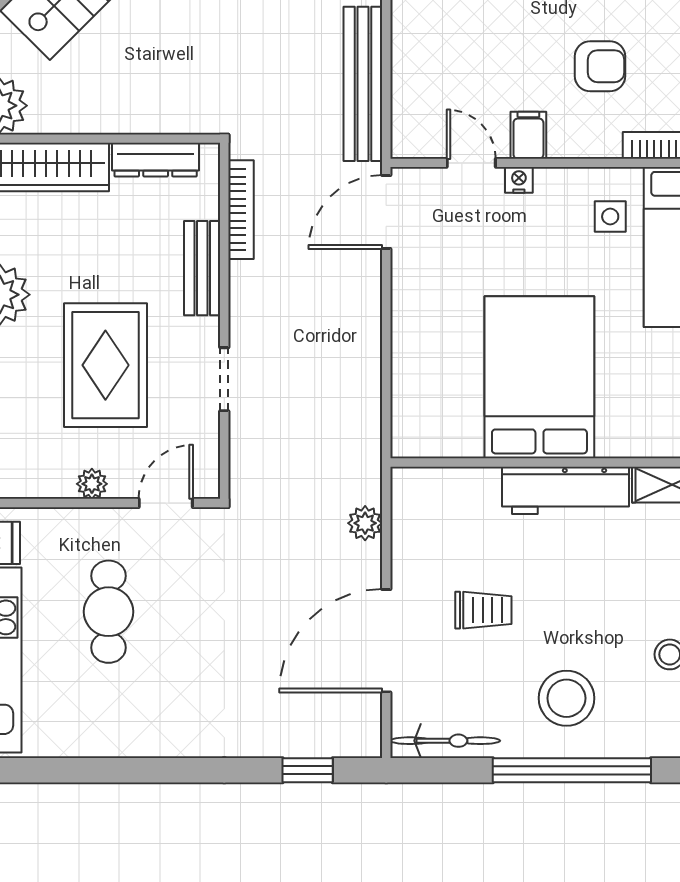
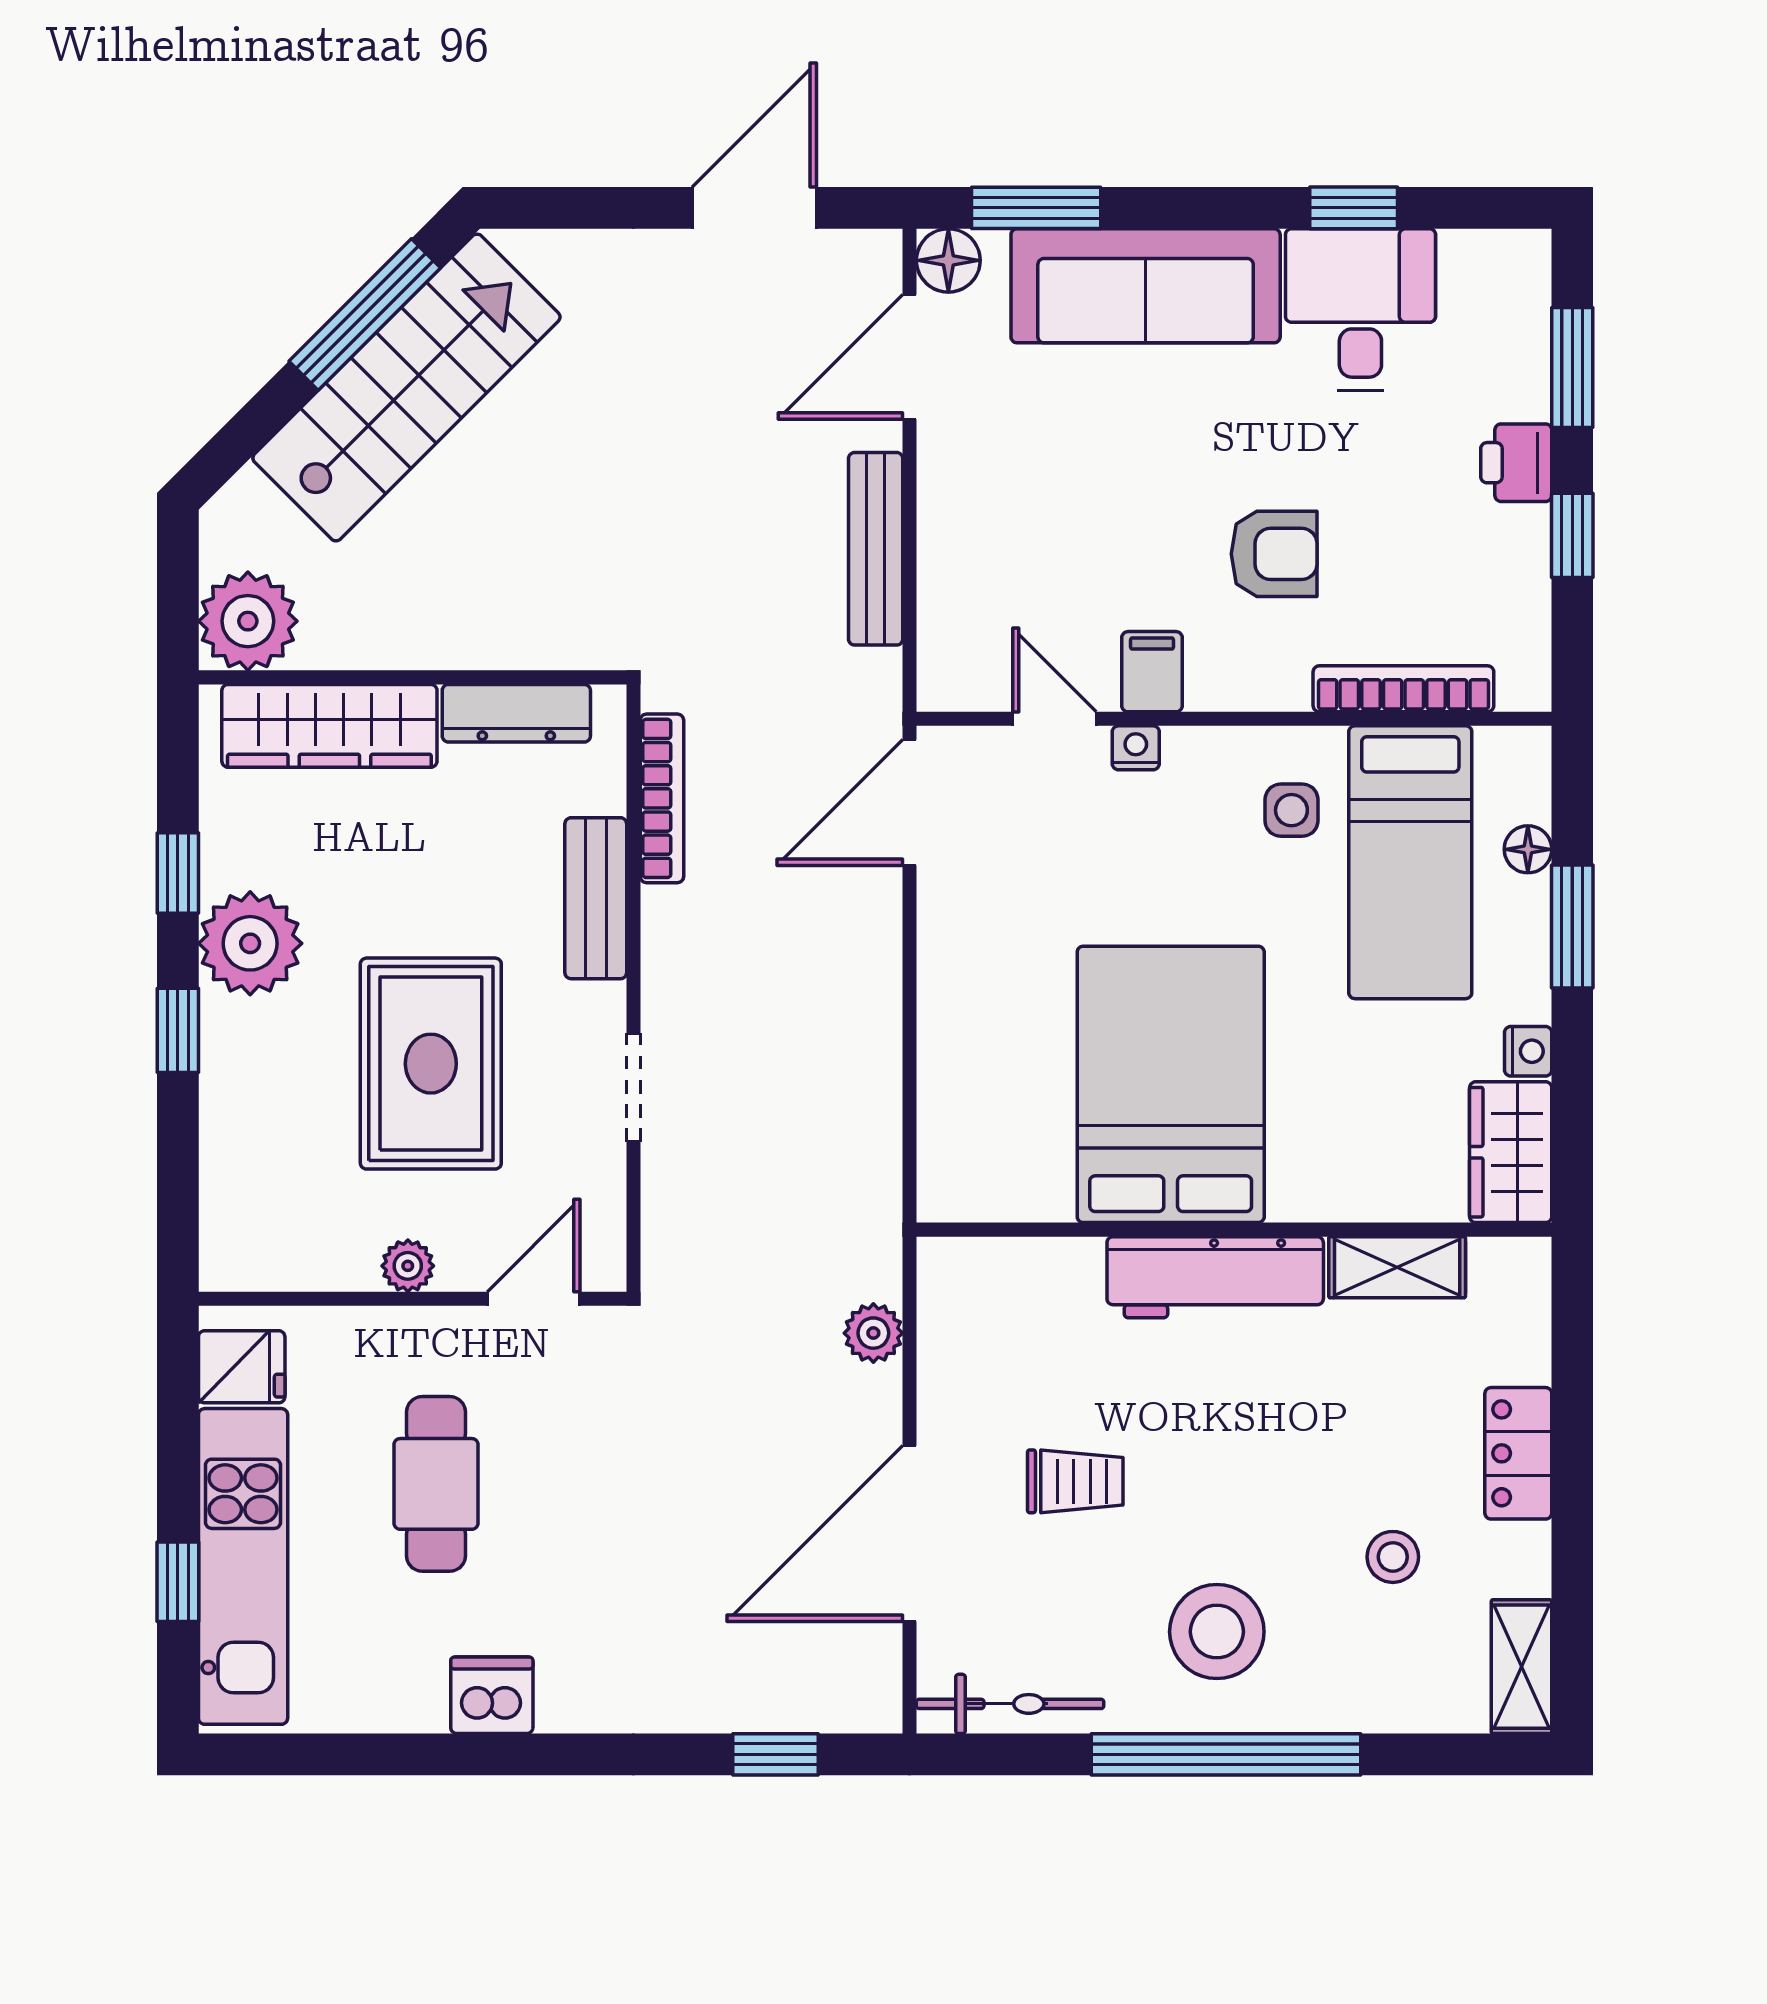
bench: (363, 84) -> (876, 549), width x0.73, depth x0.82
dishwasher: (141, 736) -> (492, 1695), added

